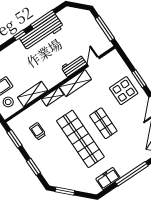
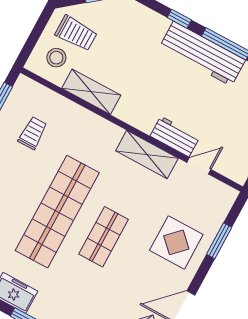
window: (139, 79) -> (219, 241), moved
shelving: (53, 97) -> (104, 128), removed

